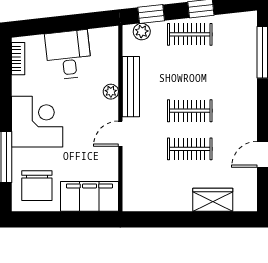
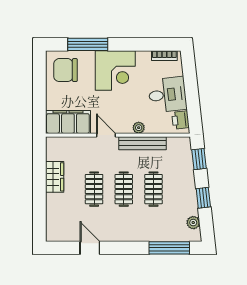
plant: (142, 32) -> (193, 223), moved
clothes rail: (190, 34) -> (154, 189), moved
printer: (101, 38) -> (181, 120), added
filing cabinet: (90, 196) -> (68, 122), moved, turned -90
wardrobe: (213, 200) -> (55, 177), moved

